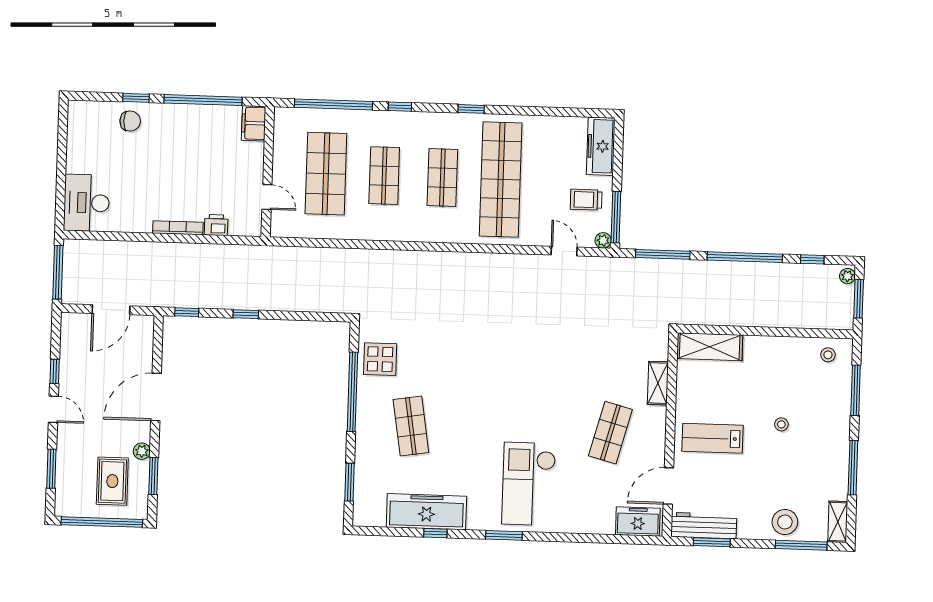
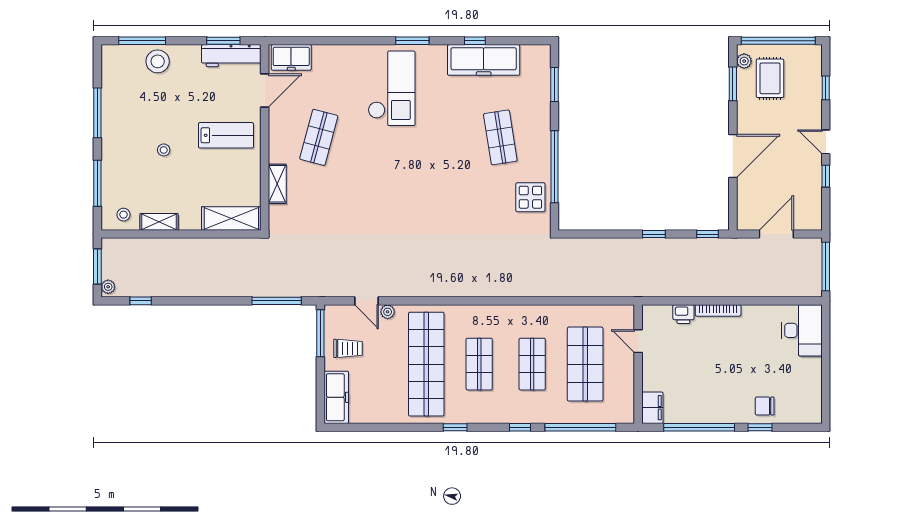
plant: (603, 240) -> (388, 312), moved
window: (745, 257) -> (202, 301), removed
plant: (142, 451) -> (744, 61), moved
window: (51, 469) -> (826, 88), width x0.67
shelving: (838, 522) -> (159, 222), moved, turned 90

